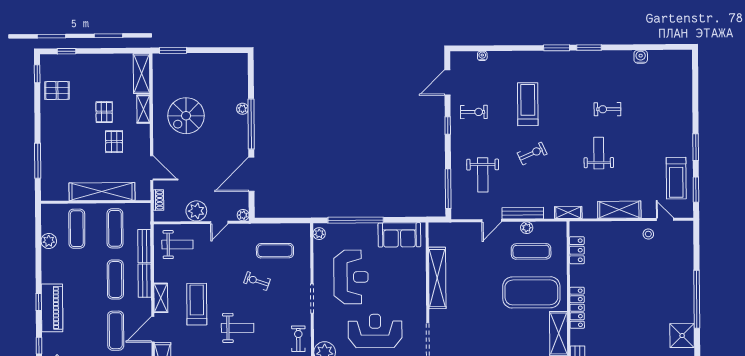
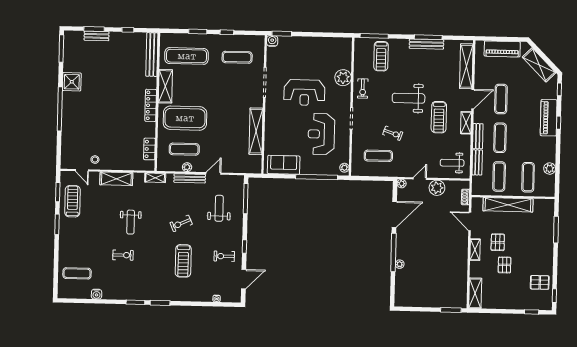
exercise mat: (667, 83) -> (77, 273), added
shelving: (143, 109) -> (475, 250), moved
spiral stairs: (186, 116) -> (443, 260), removed
weight bench: (238, 328) -> (409, 98), width x1.36, depth x1.33

